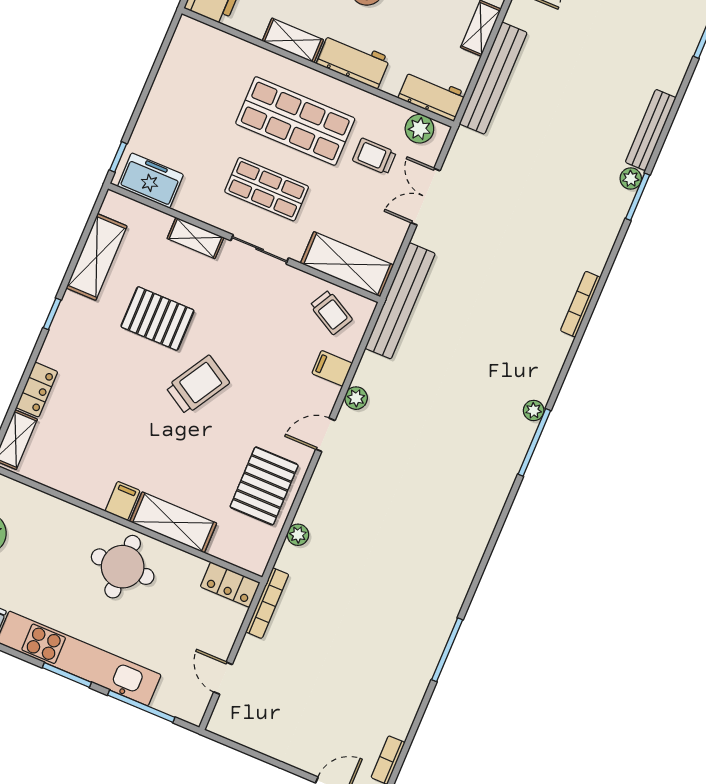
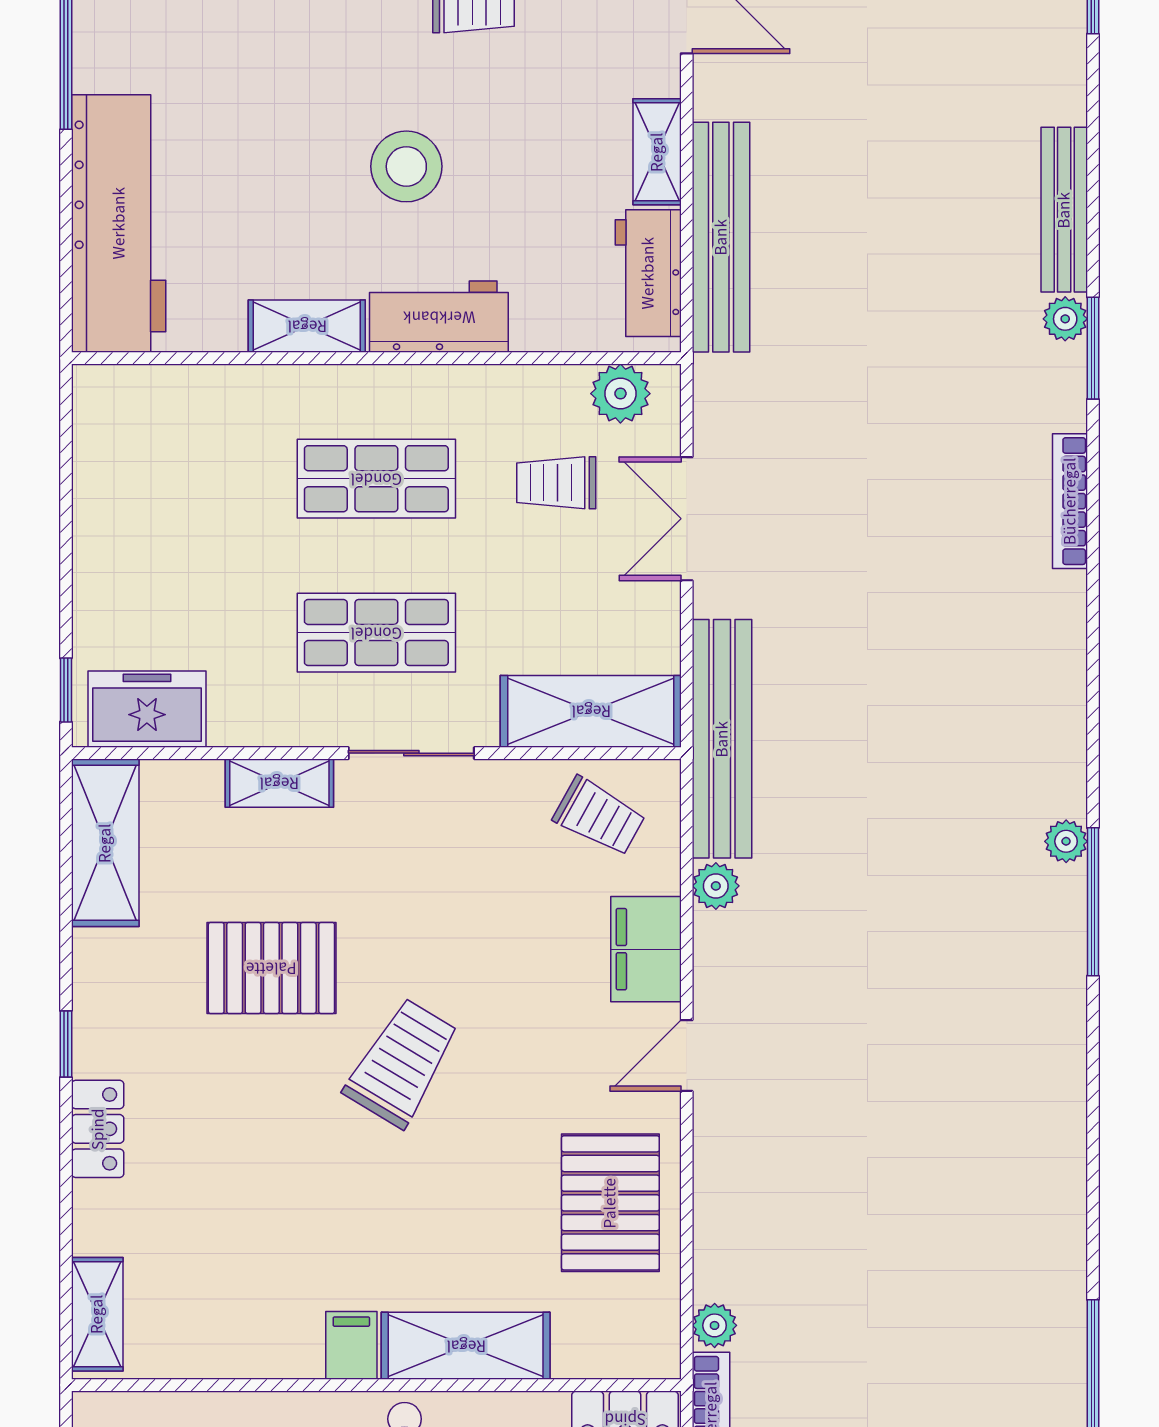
workbench: (432, 95) -> (648, 273), moved, turned -90
shop shelf: (295, 121) -> (376, 479), width x0.70, depth x0.74
shelving: (97, 257) -> (105, 843), moved
bookcase: (580, 304) -> (1070, 501), moved
filing cabinet: (332, 368) -> (646, 949), width x2.00
locker: (37, 390) -> (98, 1129), moved
plant: (356, 398) -> (716, 886), moved
plant: (298, 535) -> (715, 1325), moved

